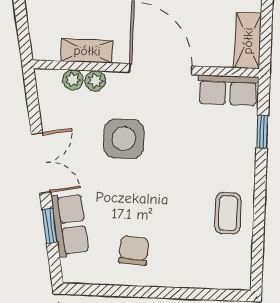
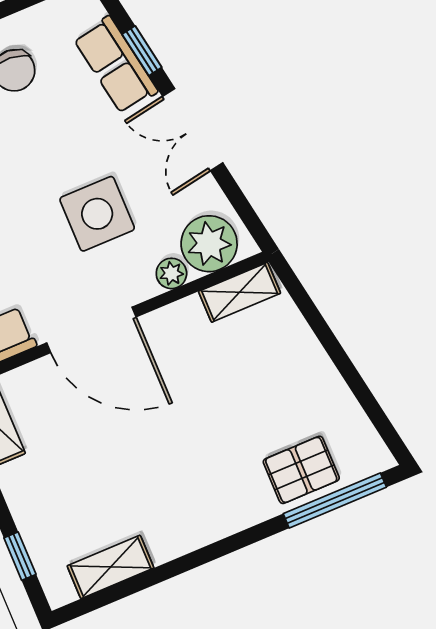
shelving: (87, 51) -> (240, 292), moved
plant: (73, 80) -> (209, 244), width x1.88, depth x1.88

